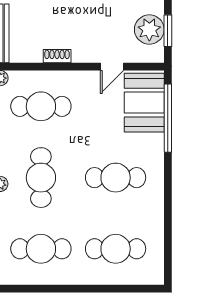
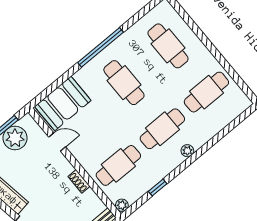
cafe table: (41, 106) -> (118, 165), turned 90
window: (168, 118) -> (101, 47), moved
cafe table: (41, 249) -> (206, 92), turned 90

